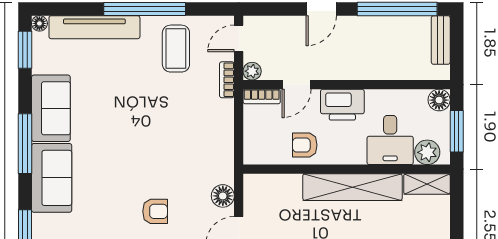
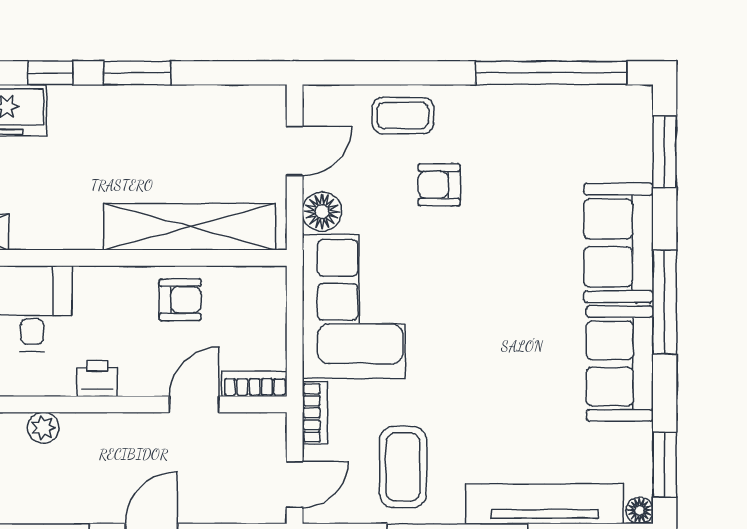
plant: (252, 71) -> (43, 428), moved
printer: (342, 105) -> (97, 378), width x0.53, depth x0.68
corner sofa: (204, 141) -> (354, 306), added
shelving: (352, 187) -> (190, 227), moved

